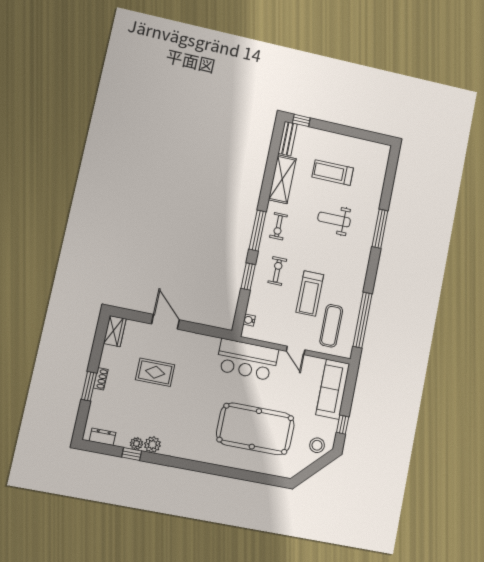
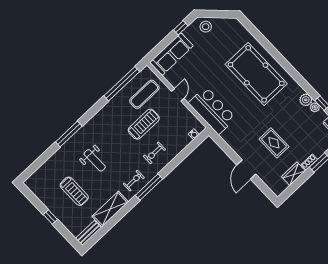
window: (301, 120) -> (50, 217), moved
window: (248, 276) -> (175, 162), removed
wardrobe: (115, 331) -> (293, 174), moved
pool table: (255, 429) -> (256, 74), moved

